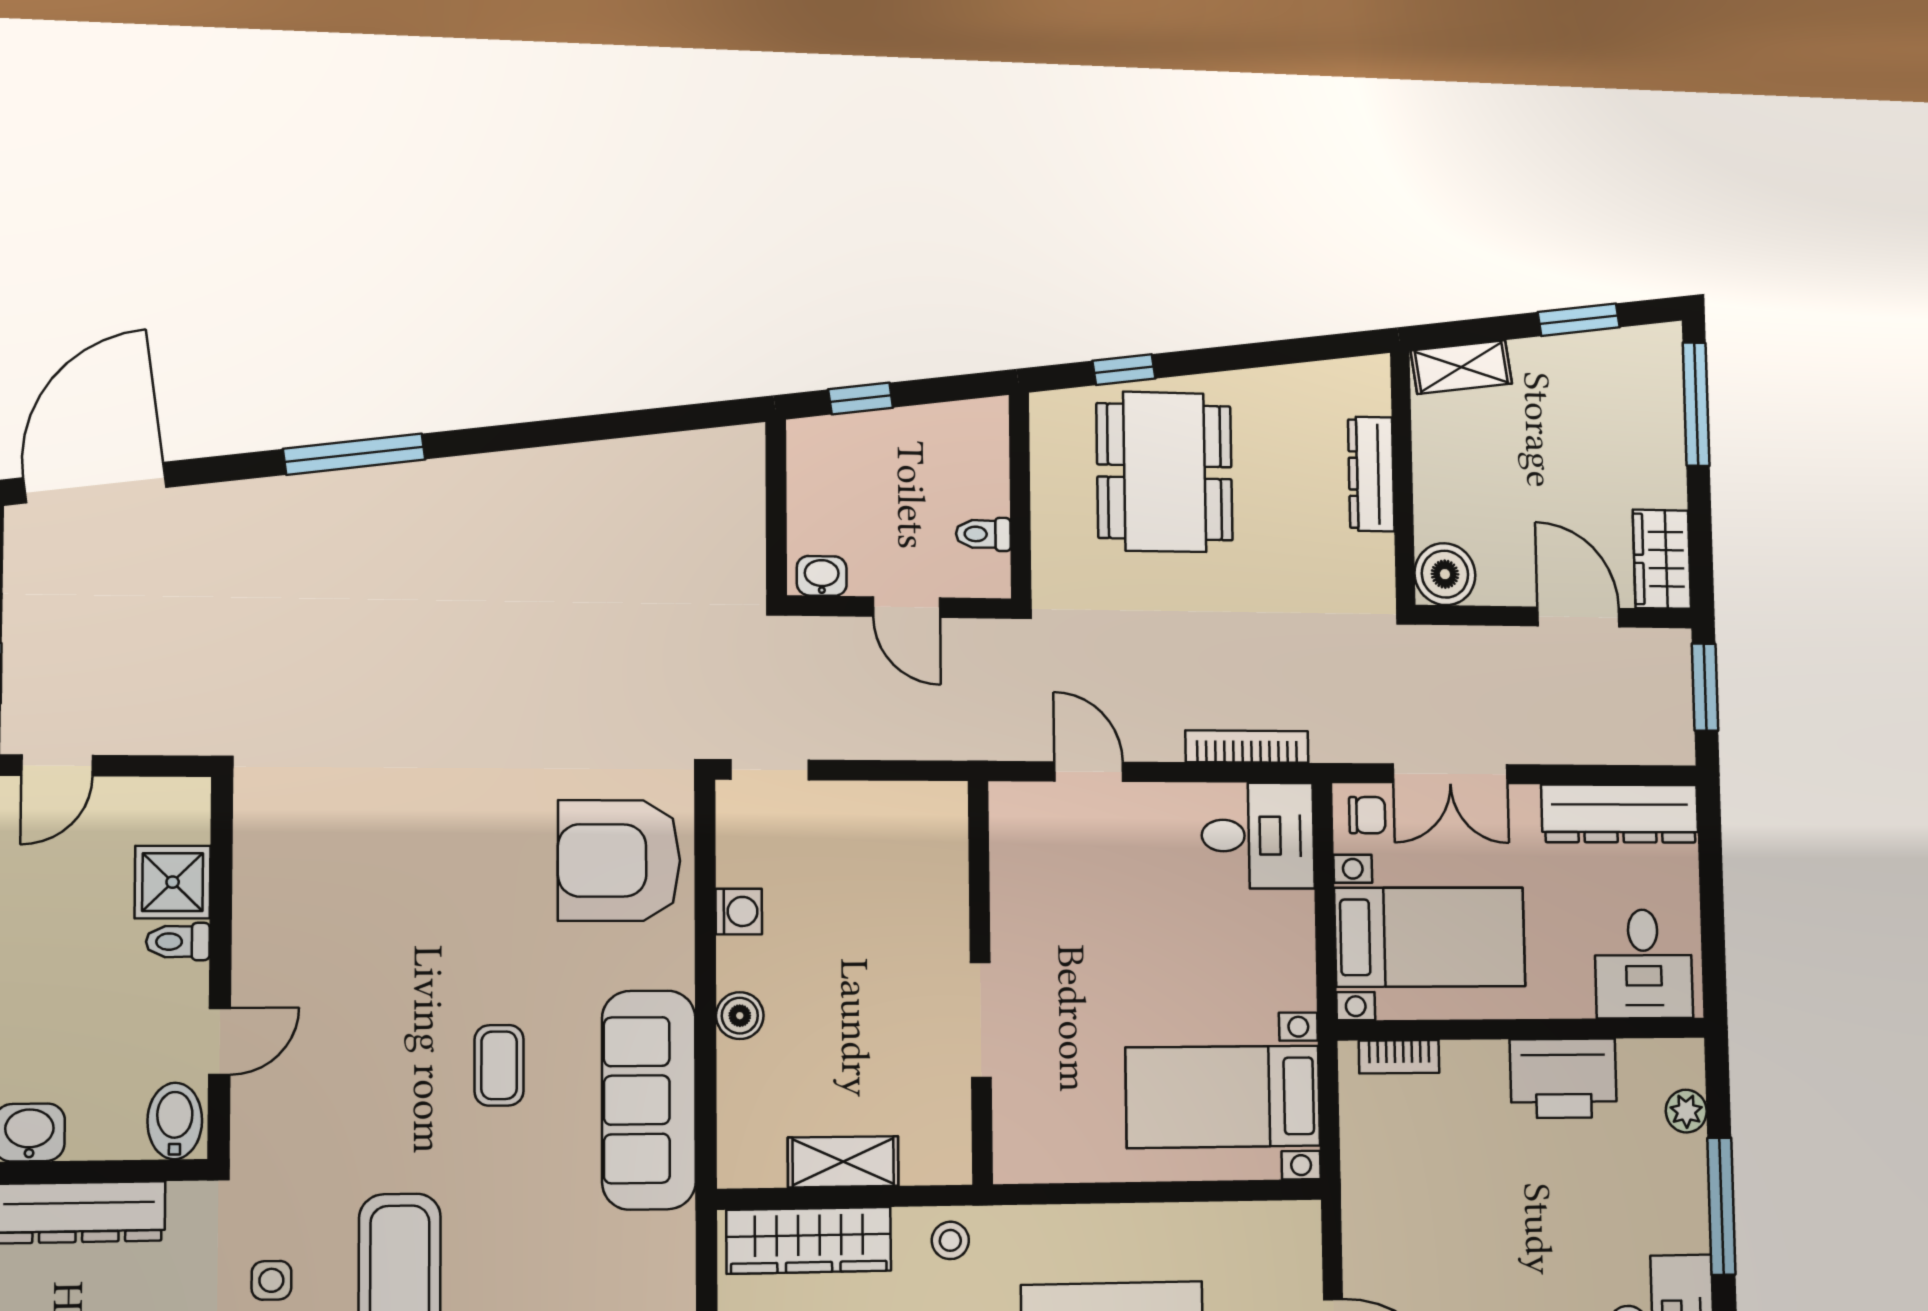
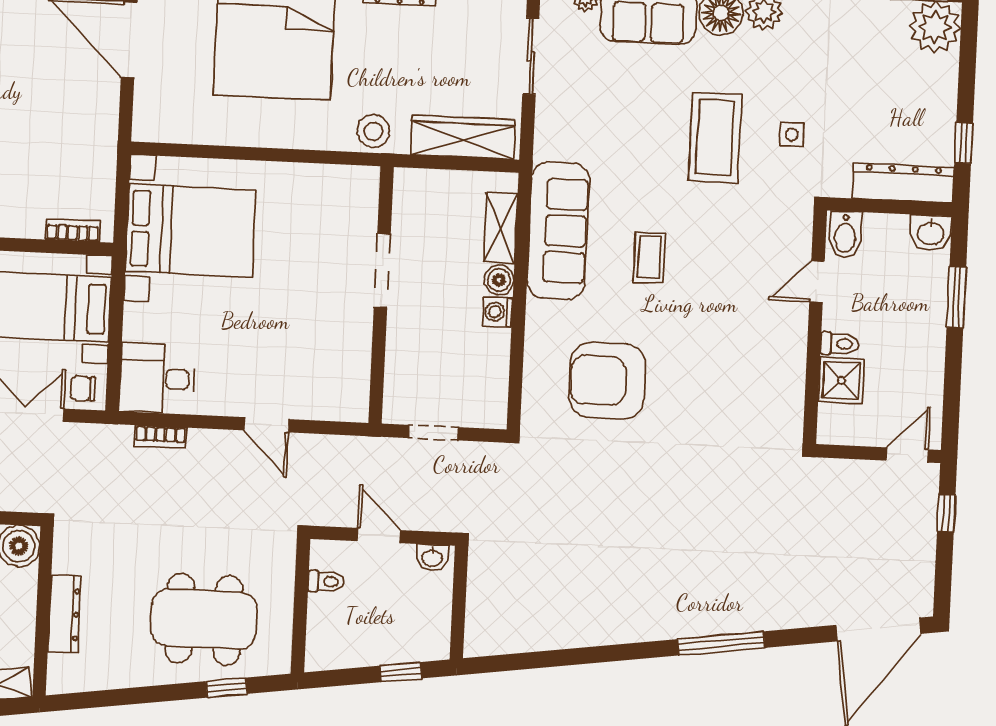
dining table: (1165, 472) -> (204, 619), turned 90
bookcase: (1247, 747) -> (161, 437), width x0.64
doorway: (770, 770) -> (433, 433), moved
armchair: (619, 860) -> (607, 381), moved, turned 180
washing machine: (739, 911) -> (498, 312), moved
wall: (980, 982) -> (381, 295), moved
doorway: (981, 1020) -> (382, 271), moved
bed with nightstands: (1223, 1097) -> (191, 231), width x1.36
shelving: (843, 1162) -> (500, 228), moved, turned 90
stool: (950, 1240) -> (374, 131), width x1.37, depth x1.37

